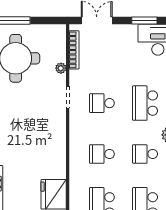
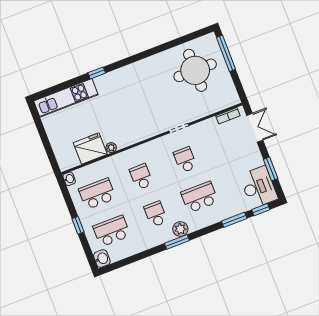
bookcase: (74, 50) -> (228, 116), width x0.64
plant: (61, 68) -> (111, 148), moved

